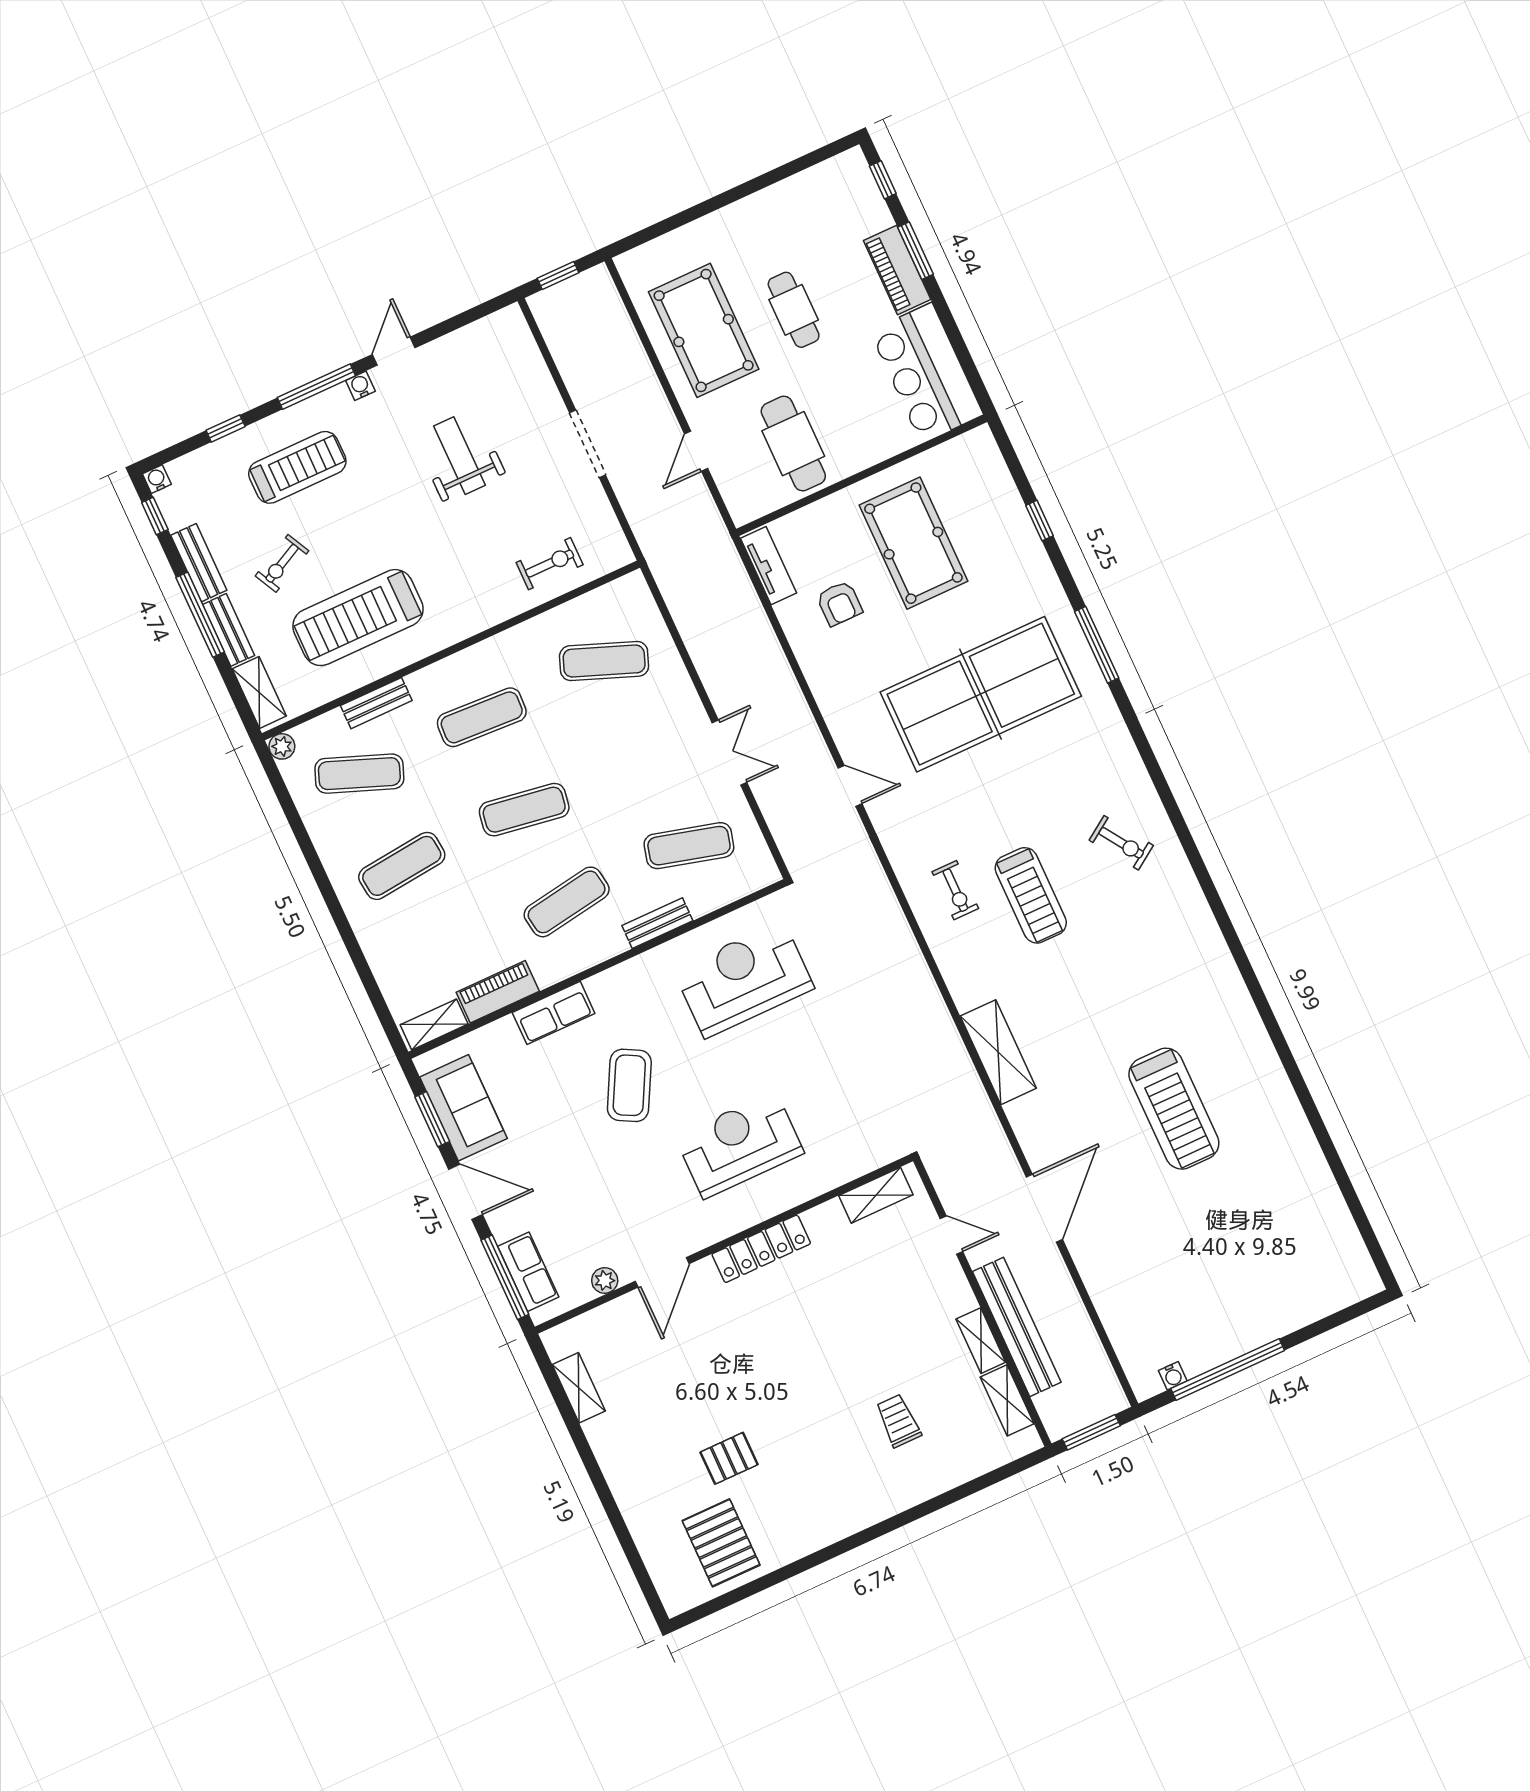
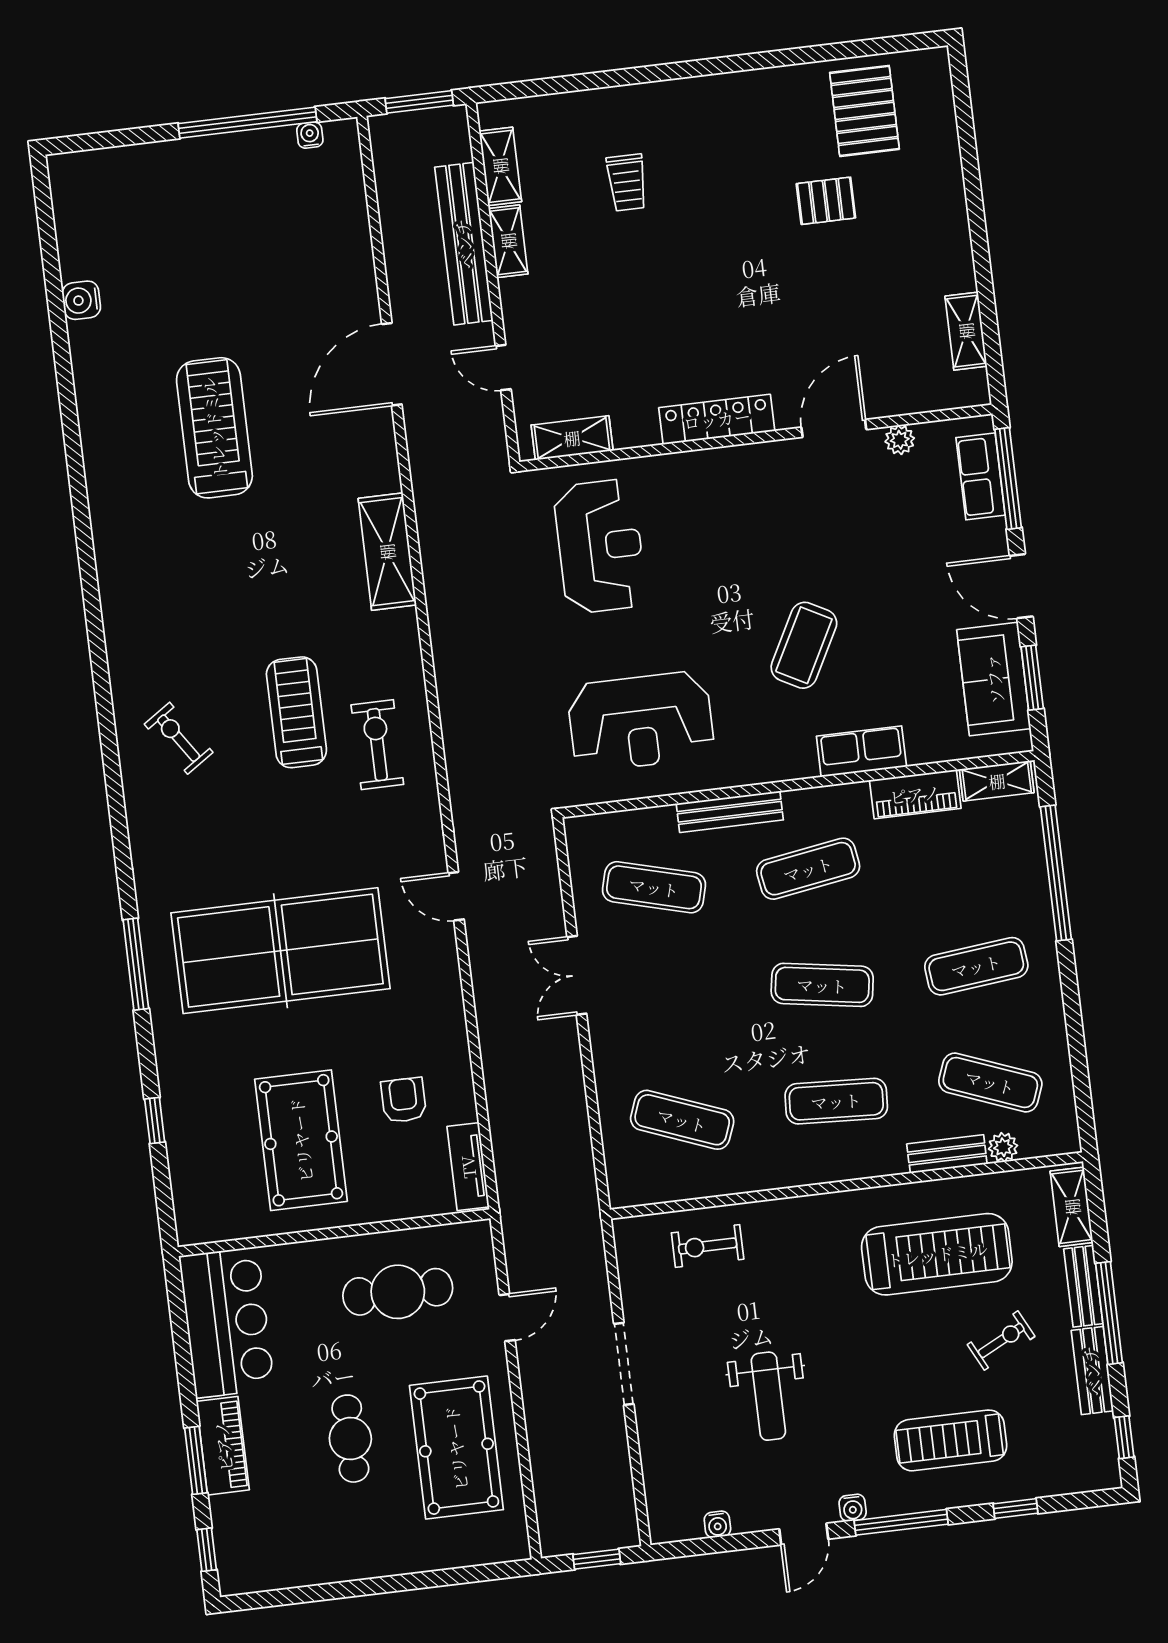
cafe table: (793, 444) -> (398, 1292), turned 90
water cooler: (157, 479) -> (717, 1524), moved
plant: (282, 746) -> (1003, 1147), moved
exercise bike: (955, 890) -> (377, 745), width x1.38, depth x1.39
bench: (657, 923) -> (730, 812), width x1.36
window: (361, 964) -> (1056, 873), added
reception desk: (739, 1145) -> (600, 546), moved, turned -90
water cooler: (1318, 1179) -> (81, 300), added

